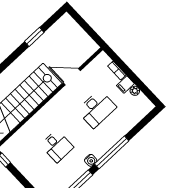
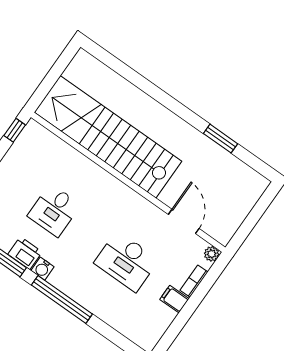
door: (72, 77) -> (184, 221), moved
plant: (135, 91) -> (212, 254), moved
printer: (79, 169) -> (25, 253), added

